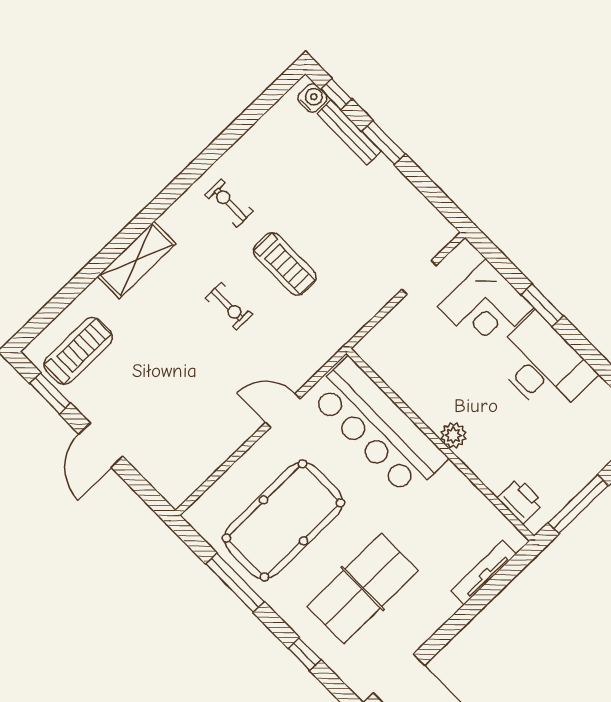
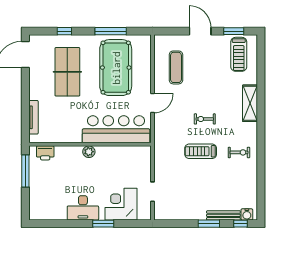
desk: (543, 366) -> (83, 208), width x0.73, depth x0.77
exercise mat: (193, 428) -> (176, 67), added

